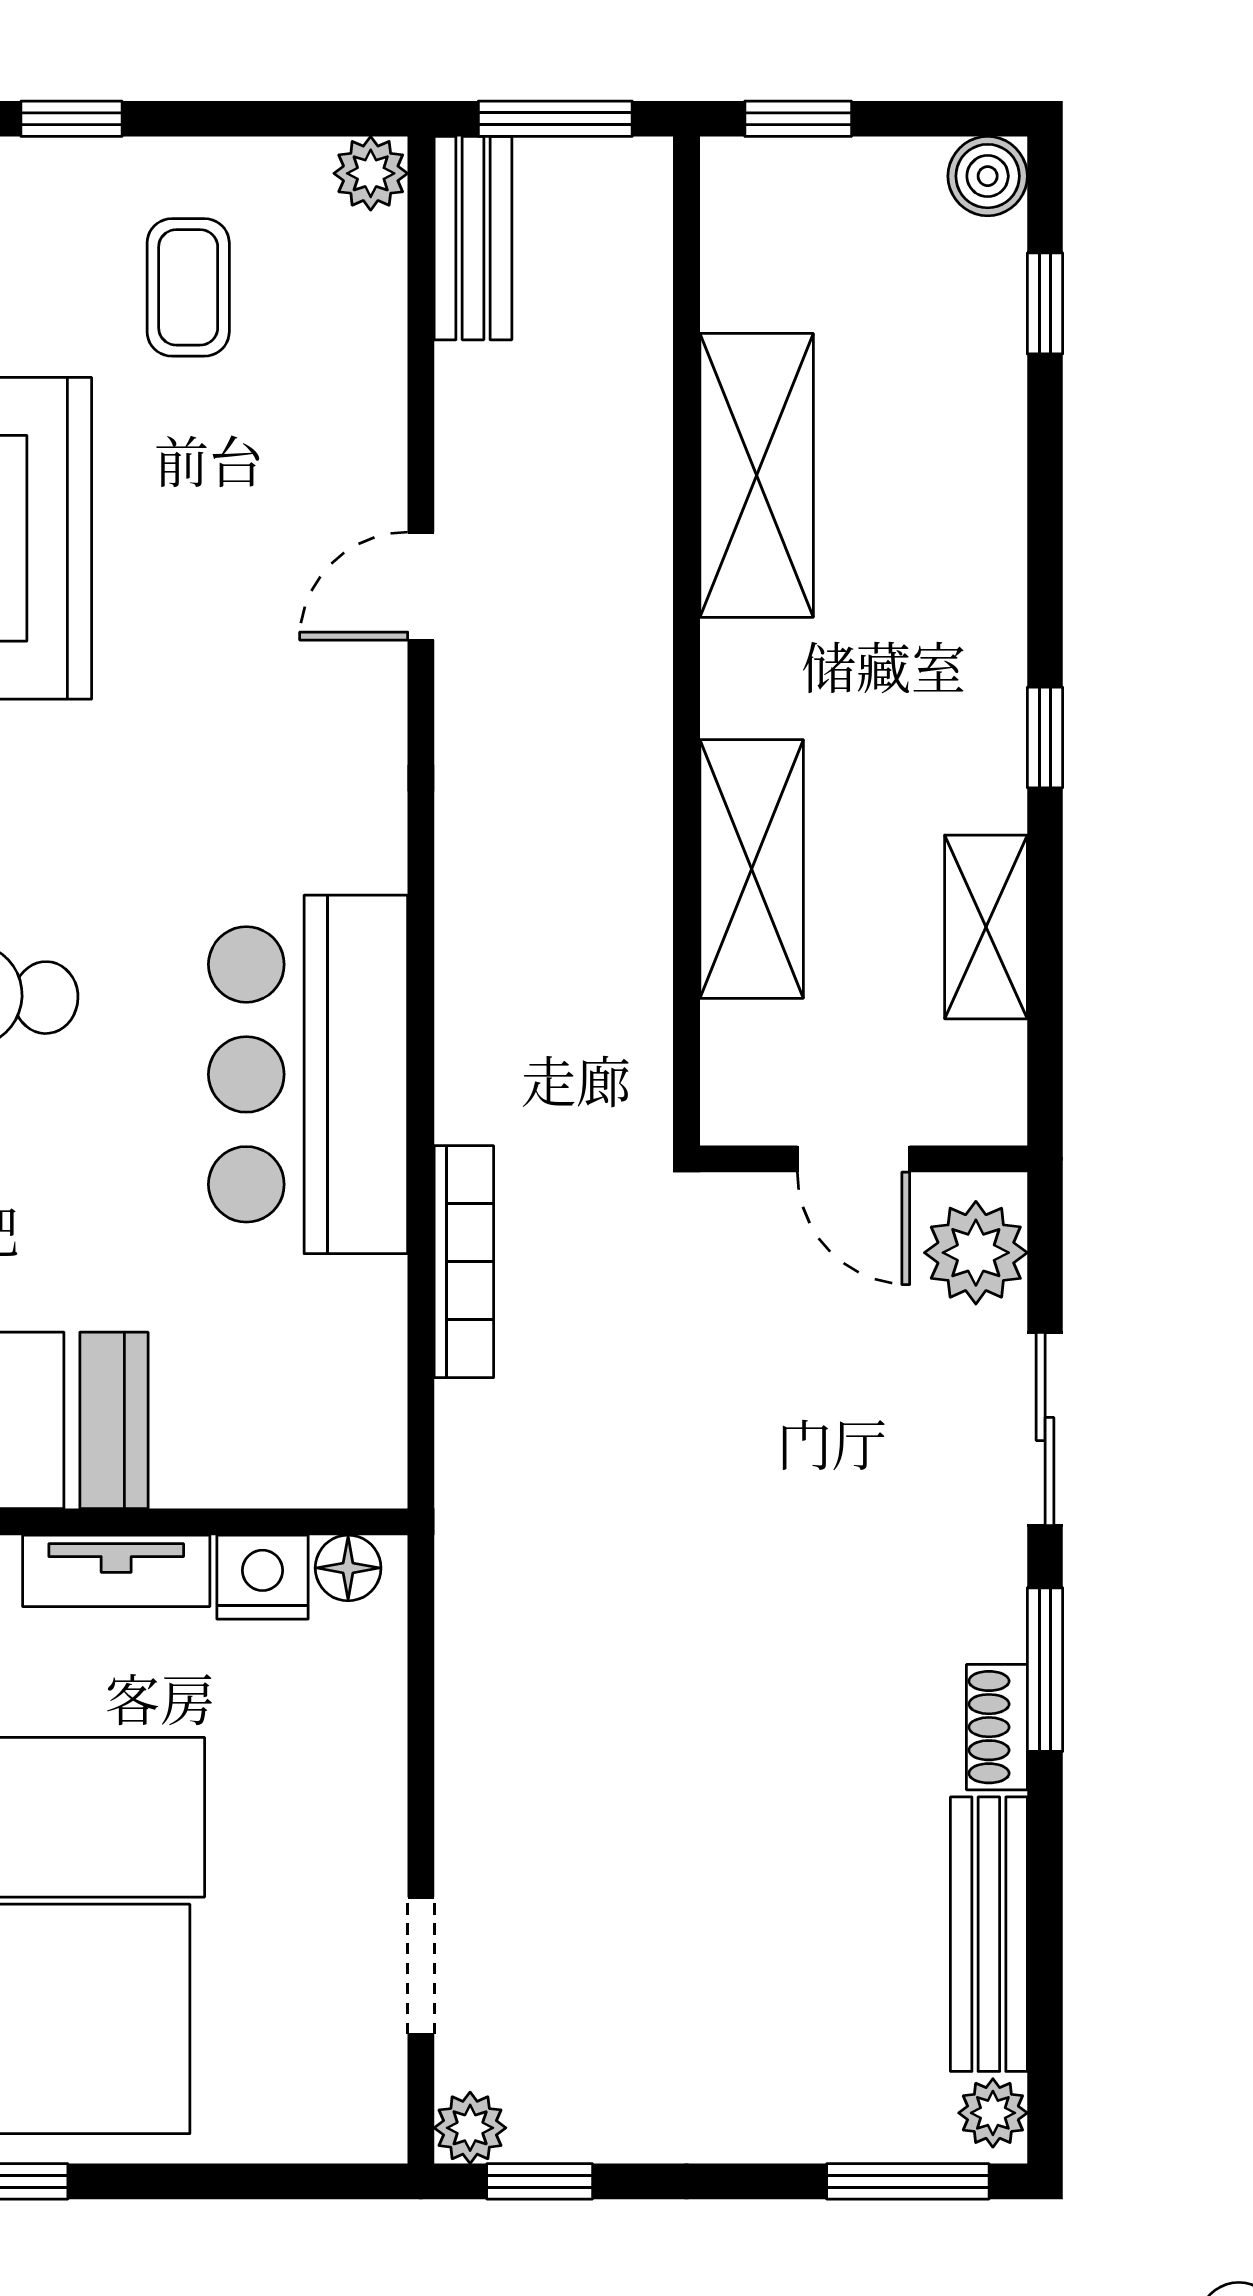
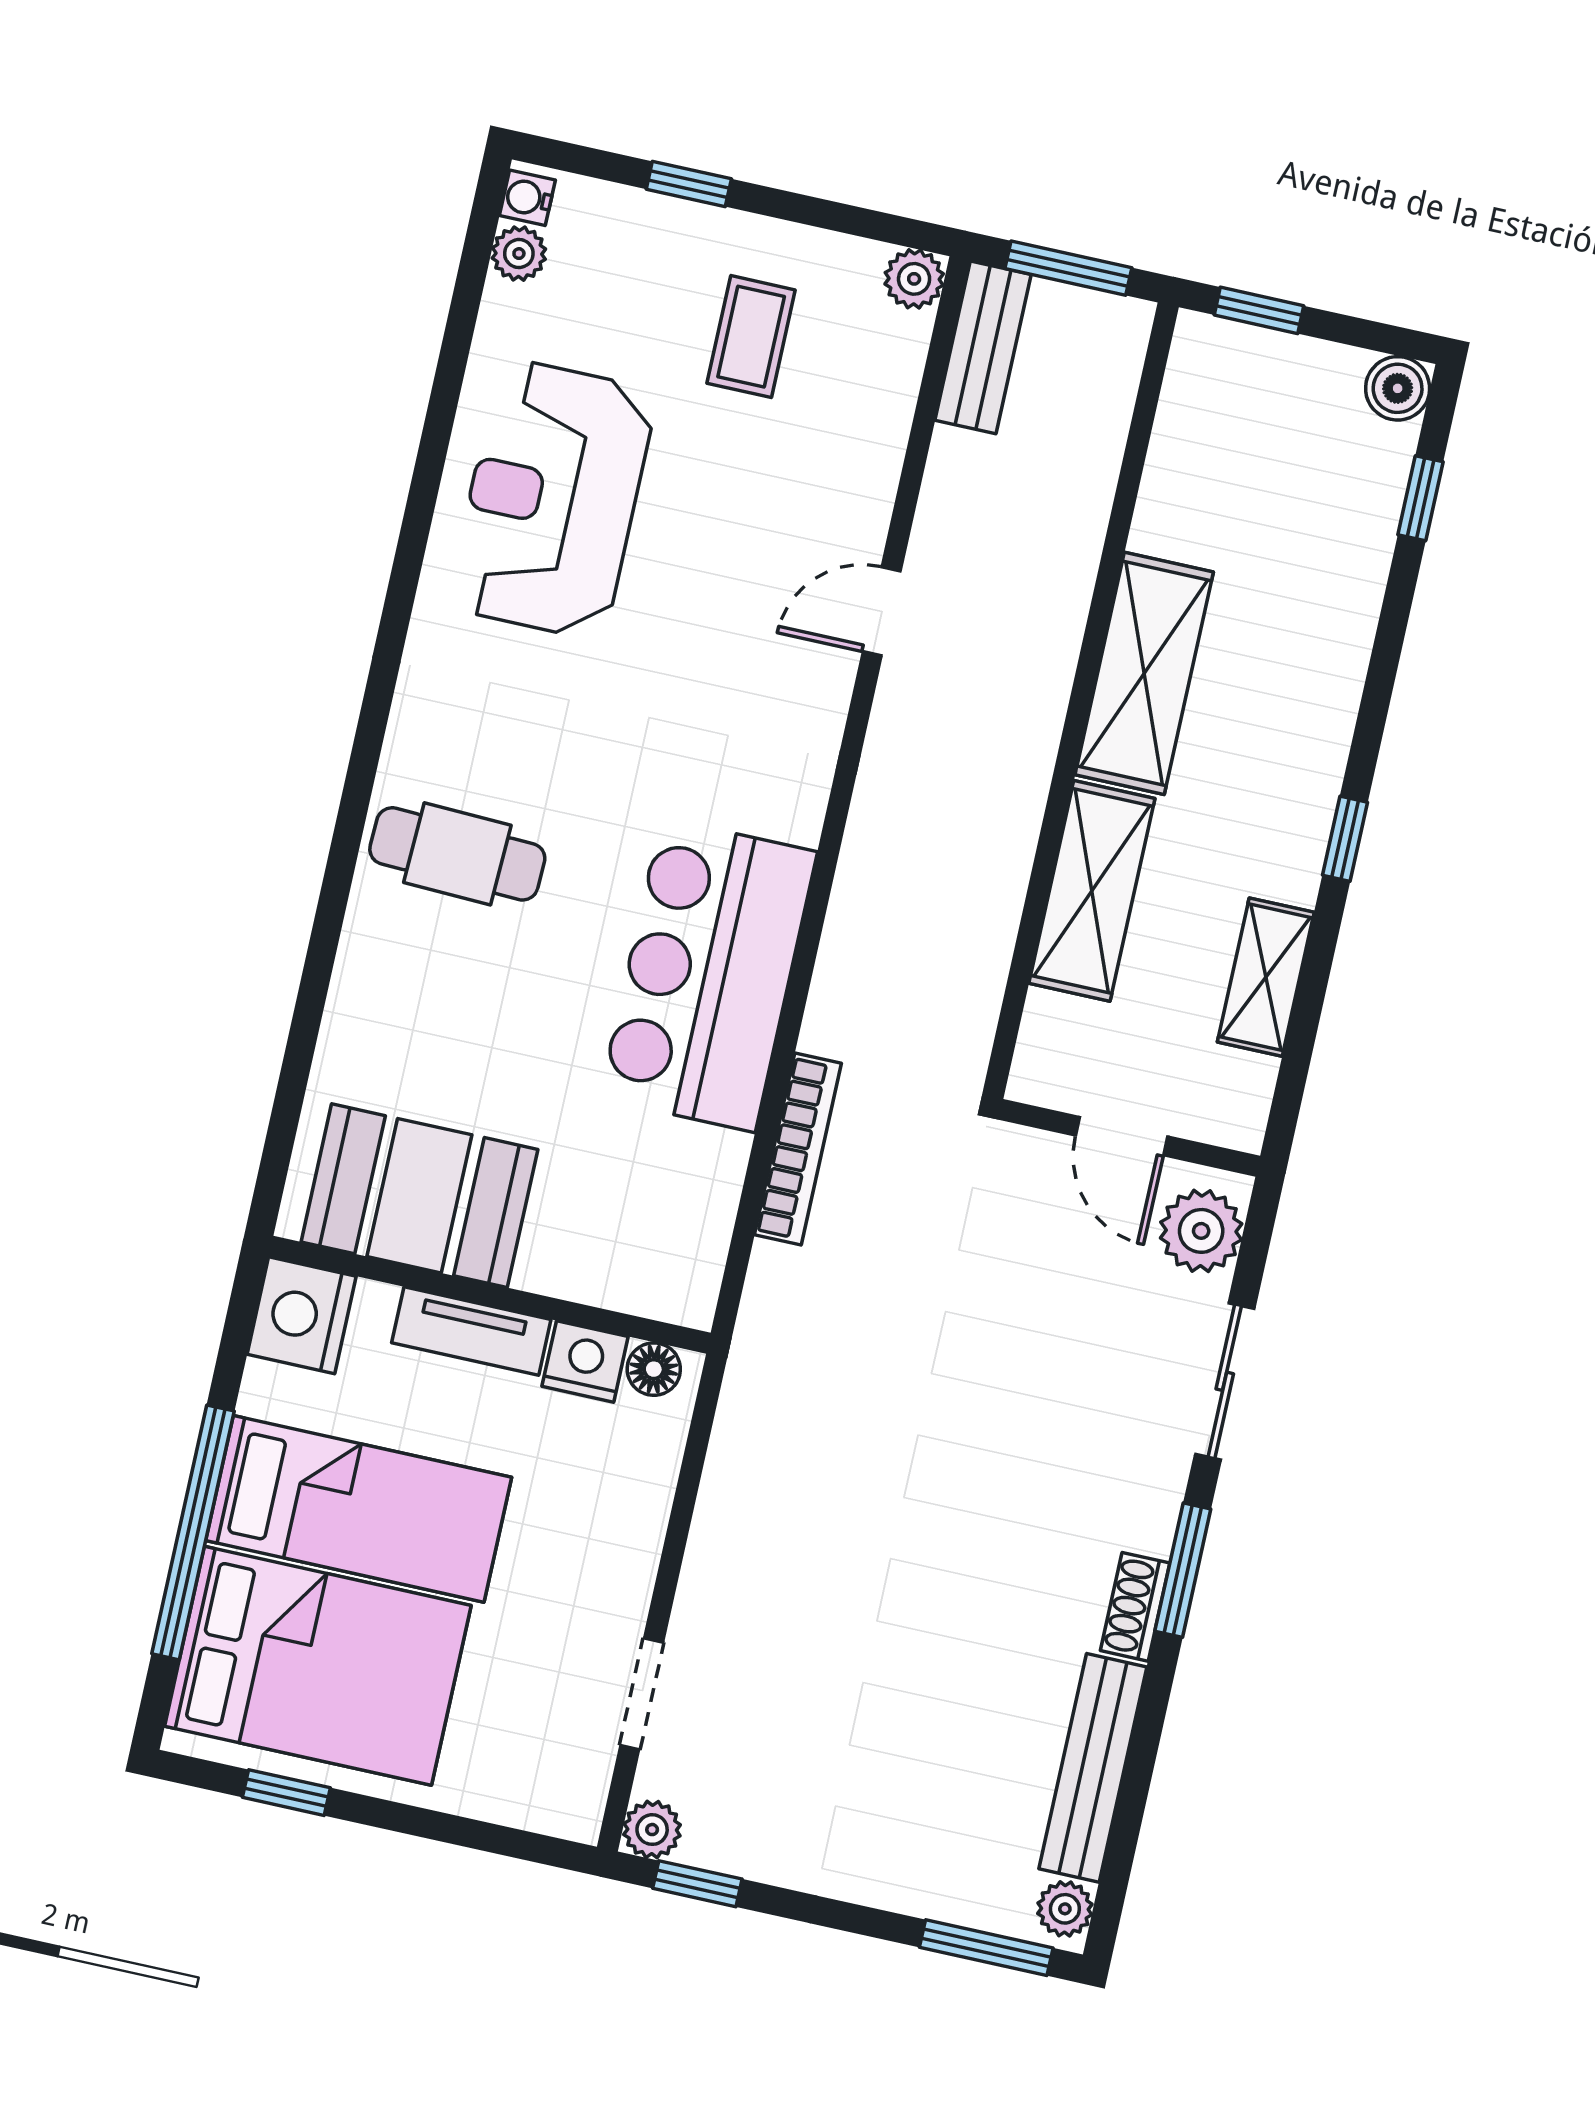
shelving: (757, 475) -> (1144, 673), moved

